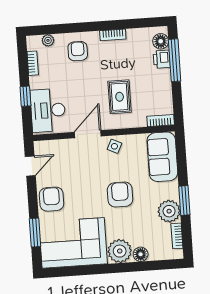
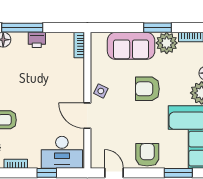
printer: (162, 59) -> (37, 40), moved
rug: (120, 97) -> (54, 83), removed
sofa: (162, 157) -> (131, 46), moved
armchair: (52, 199) -> (147, 155), turned 90

